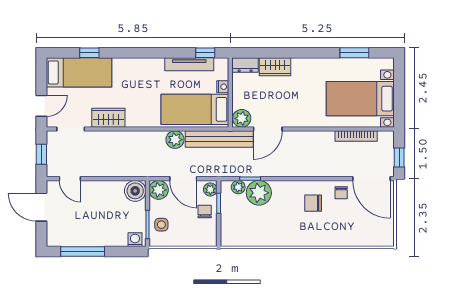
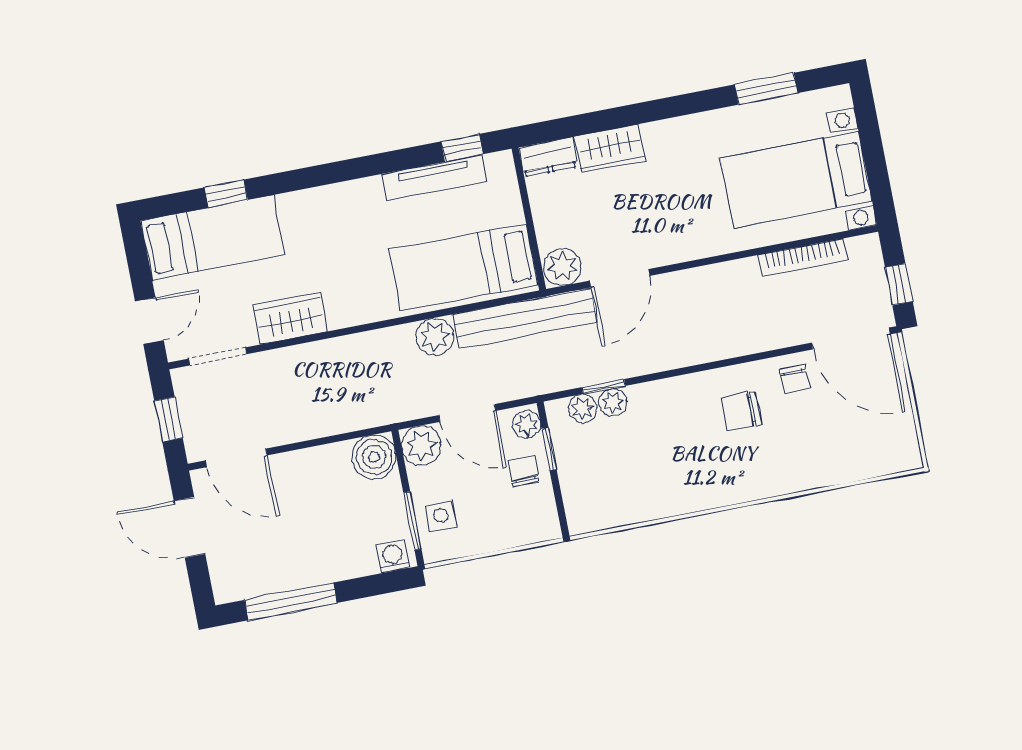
nightstand: (223, 87) -> (511, 210), removed
door: (70, 179) -> (236, 458), width x1.38
plant: (259, 193) -> (613, 402), width x0.53, depth x0.53

